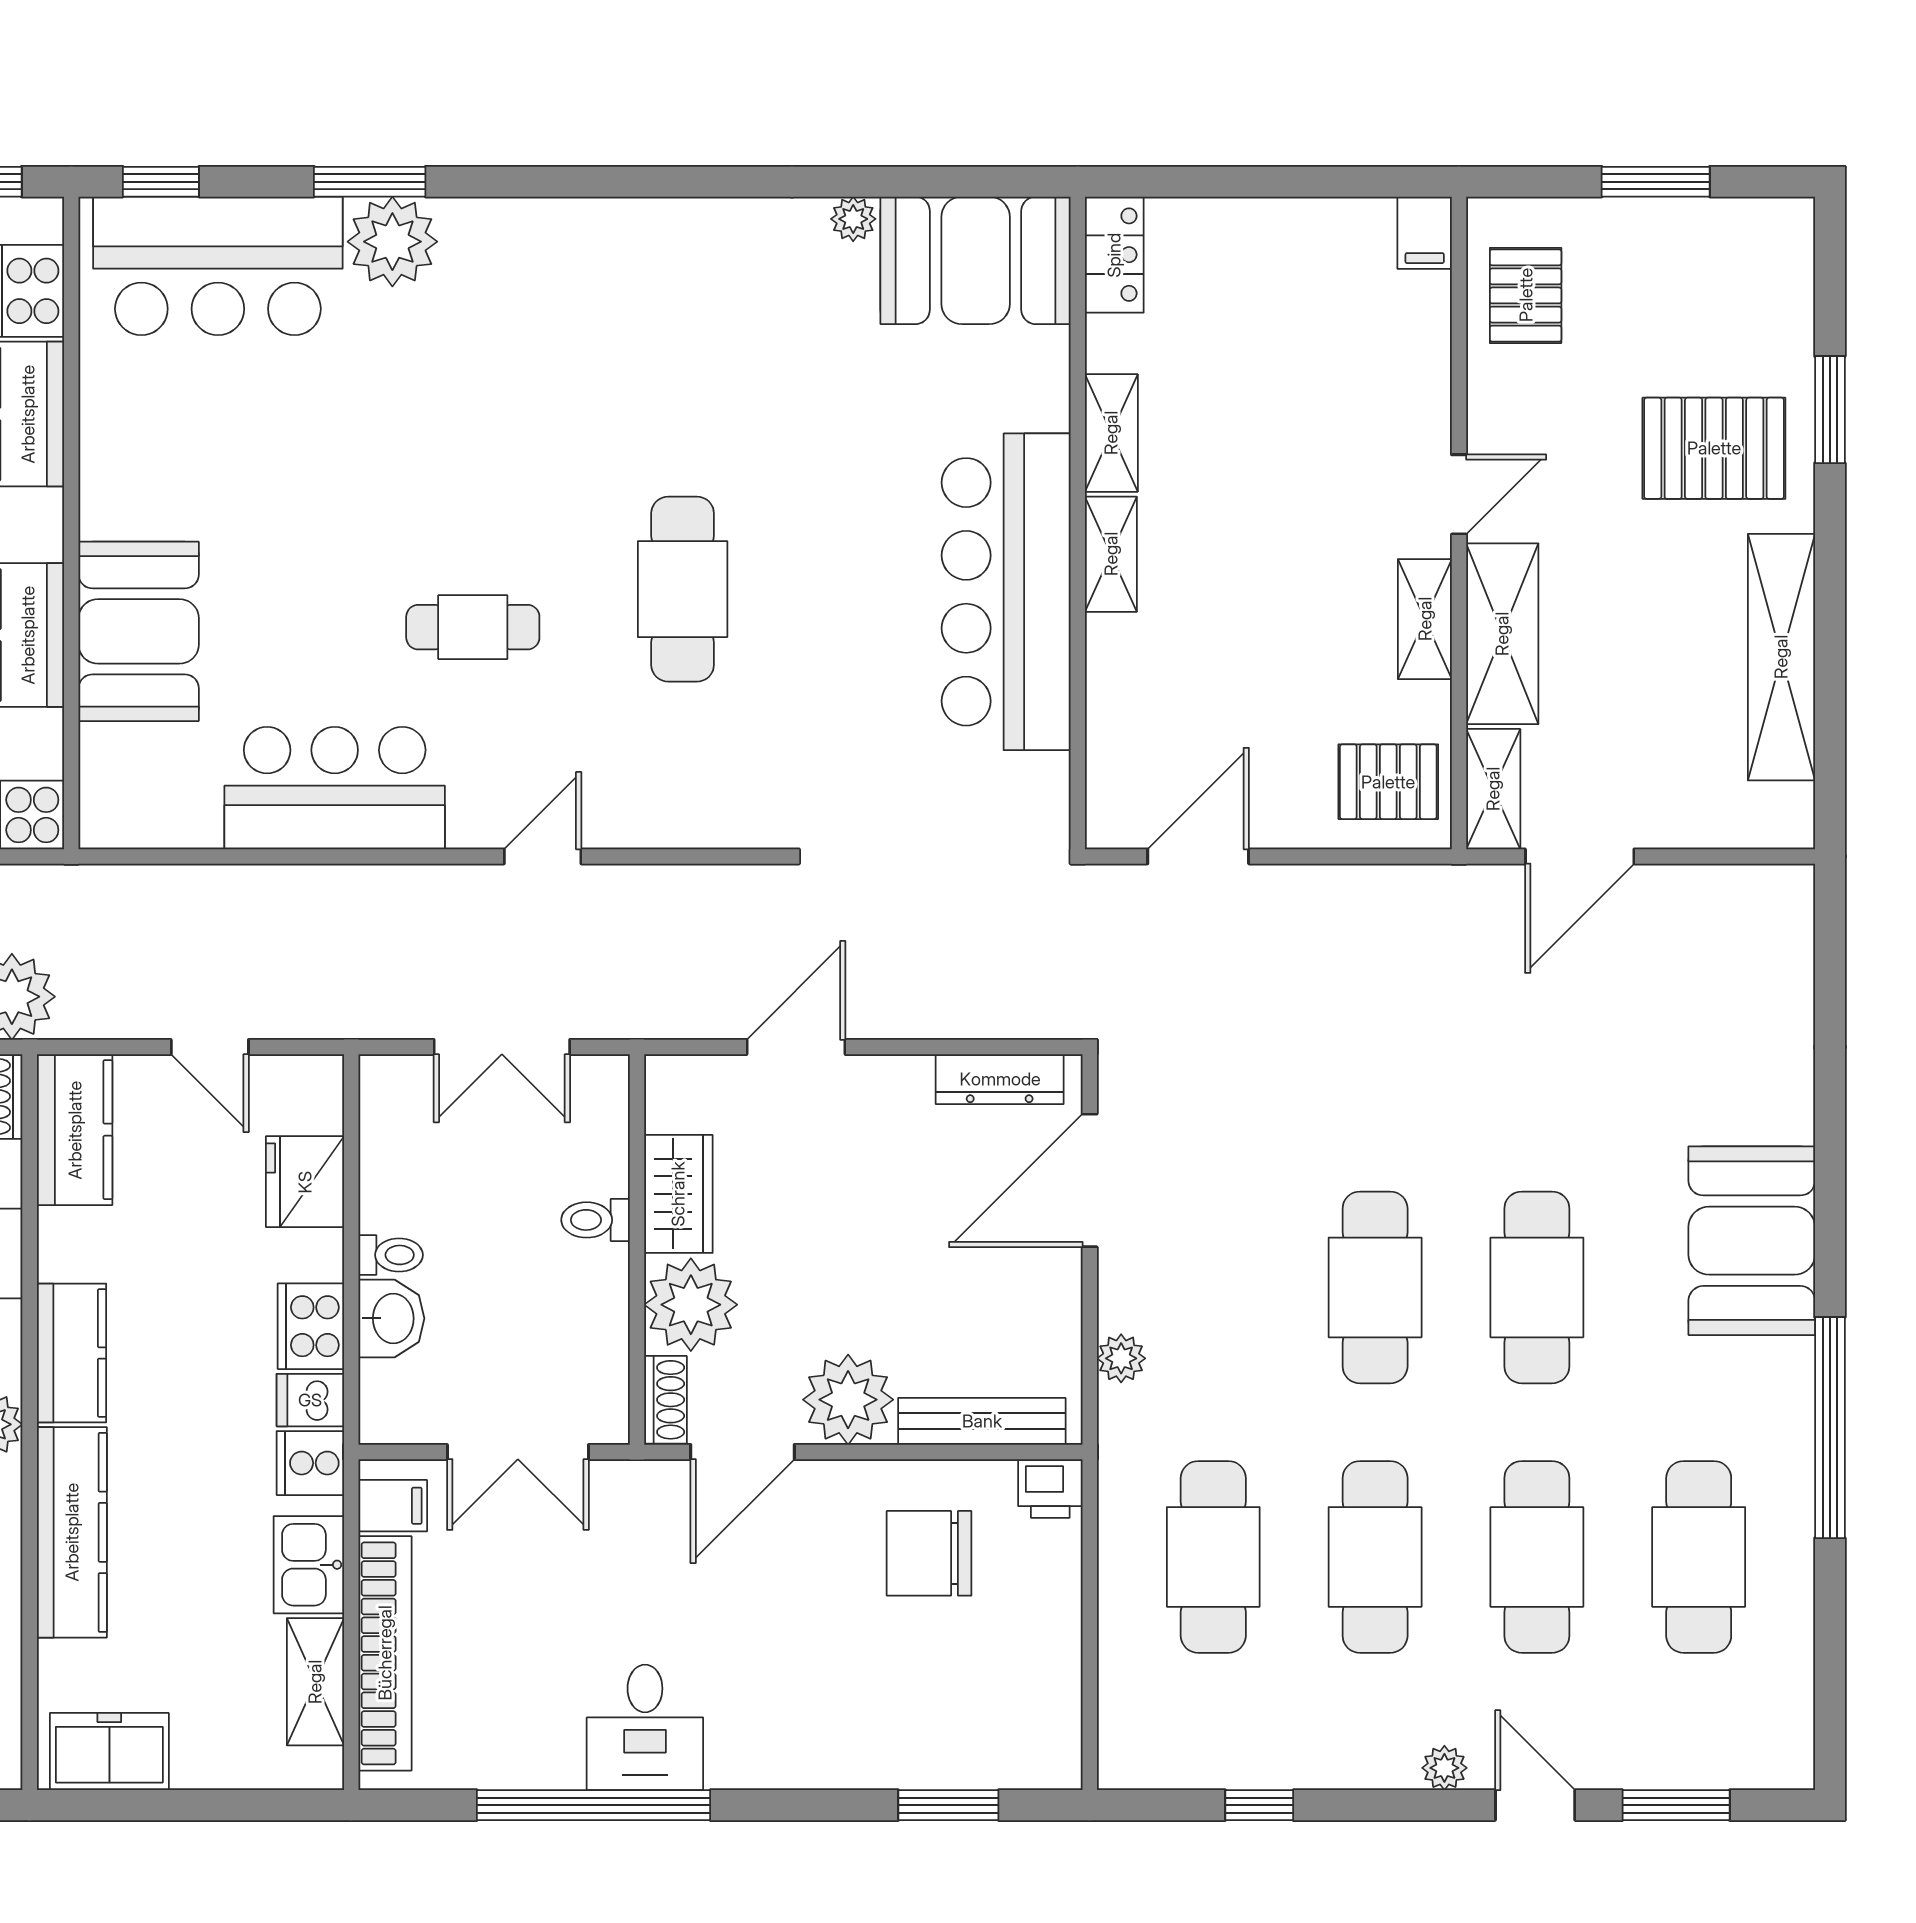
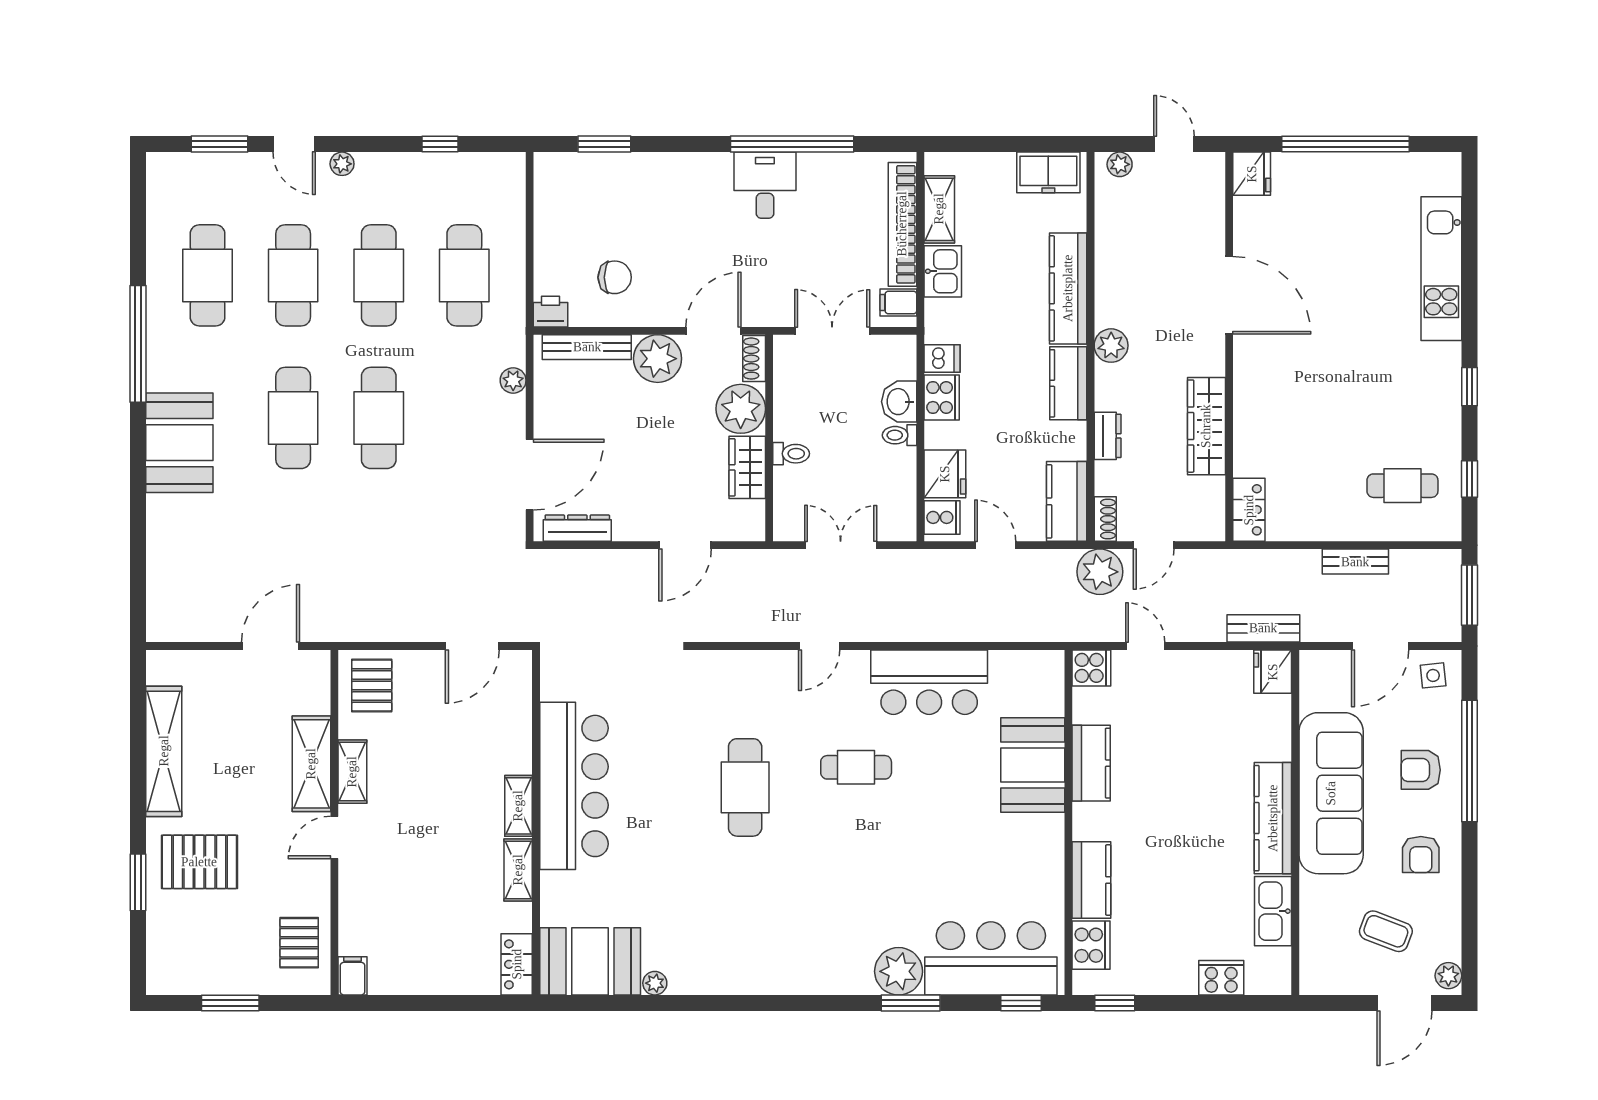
pallet: (1388, 782) -> (372, 686), turned 90
shelving: (1493, 789) -> (316, 682), removed
cooker: (310, 1463) -> (942, 517), moved
chair: (929, 1553) -> (615, 277), width x0.73, depth x0.73

